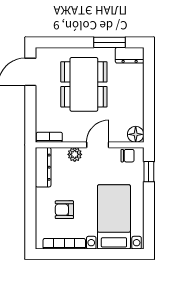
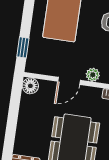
chair: (128, 156) -> (41, 66), removed

